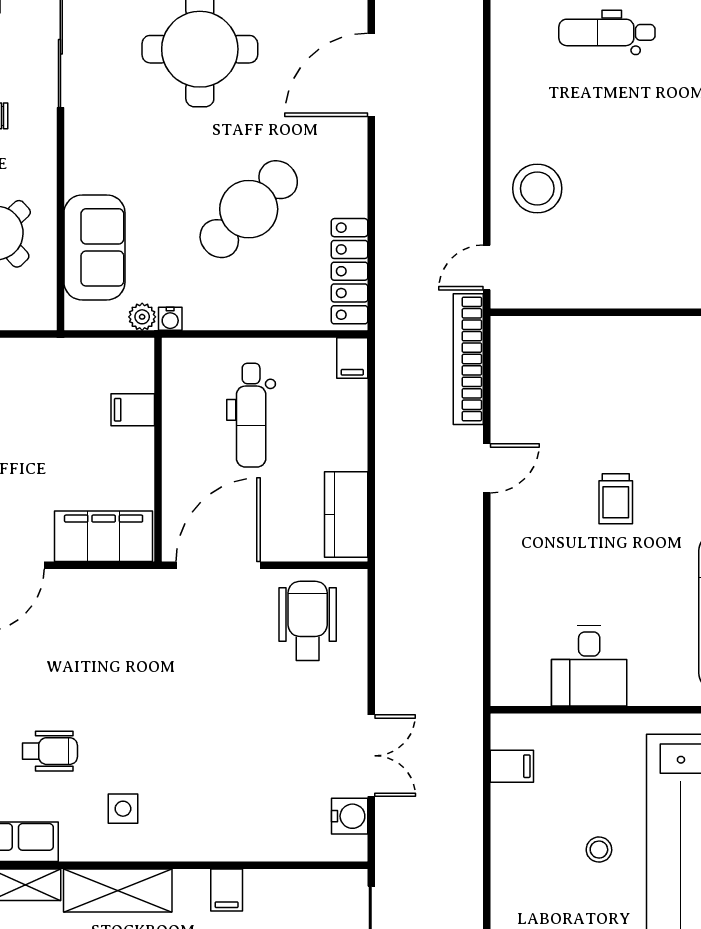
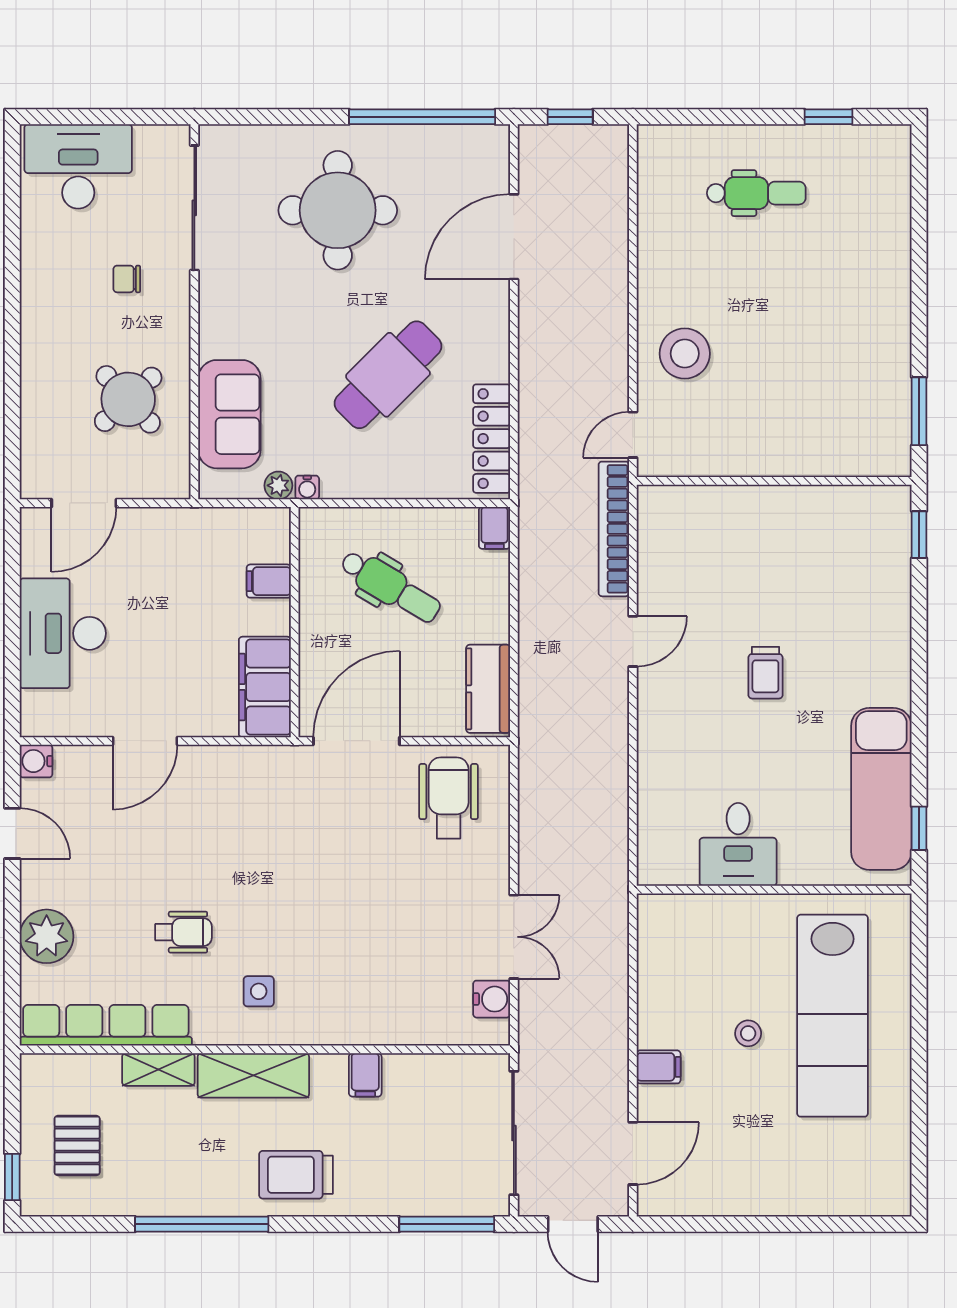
dental chair: (607, 32) -> (756, 193), turned 180
dental chair: (251, 415) -> (390, 587), turned -59
filing cabinet: (104, 536) -> (265, 687), moved, turned -90
filing cabinet: (512, 766) -> (659, 1067), moved

